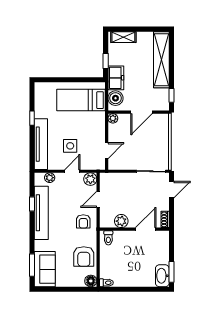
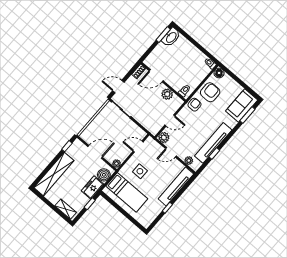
side table: (70, 146) -> (140, 171), moved
armchair: (83, 221) -> (194, 105), moved

